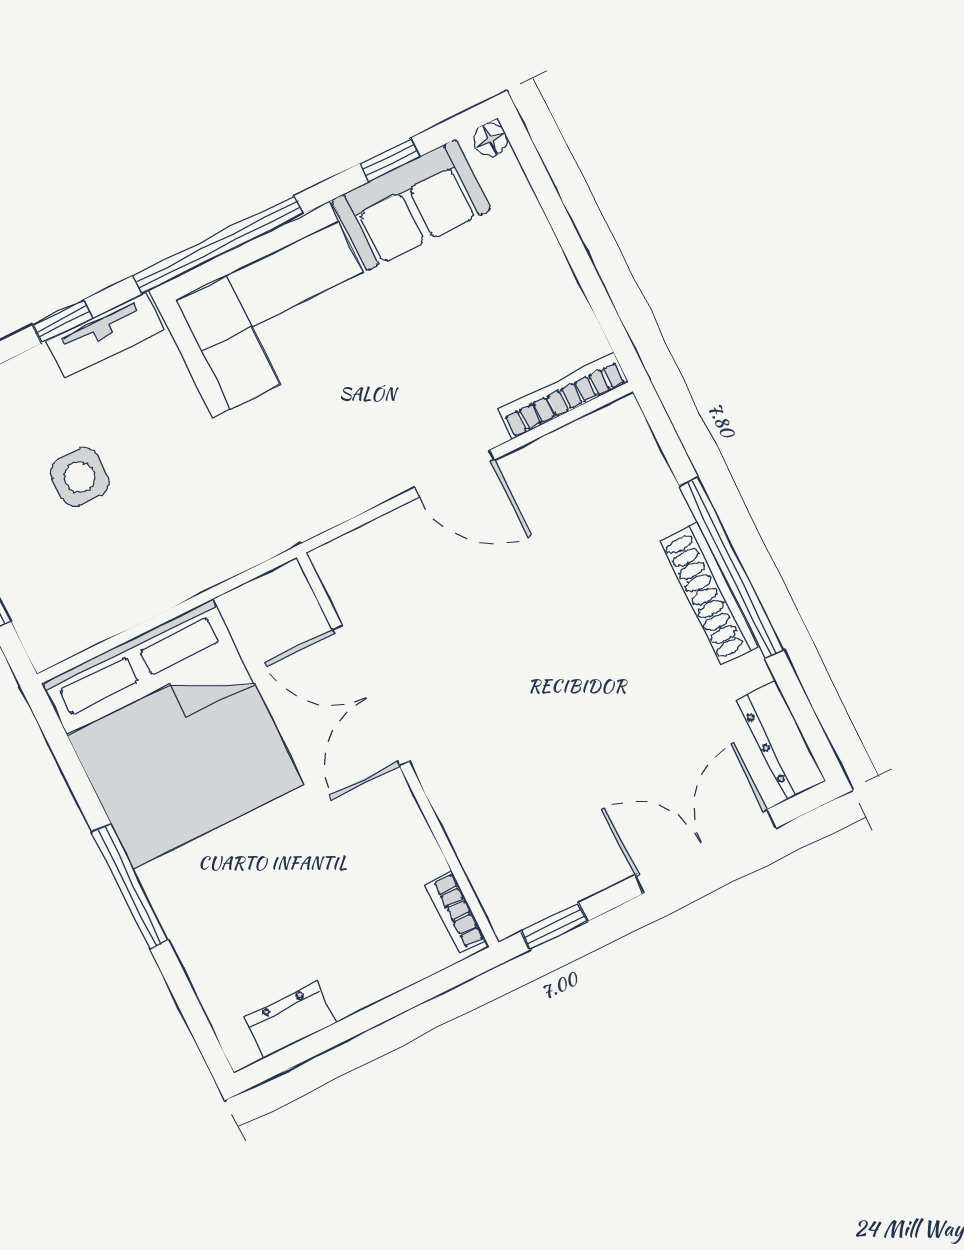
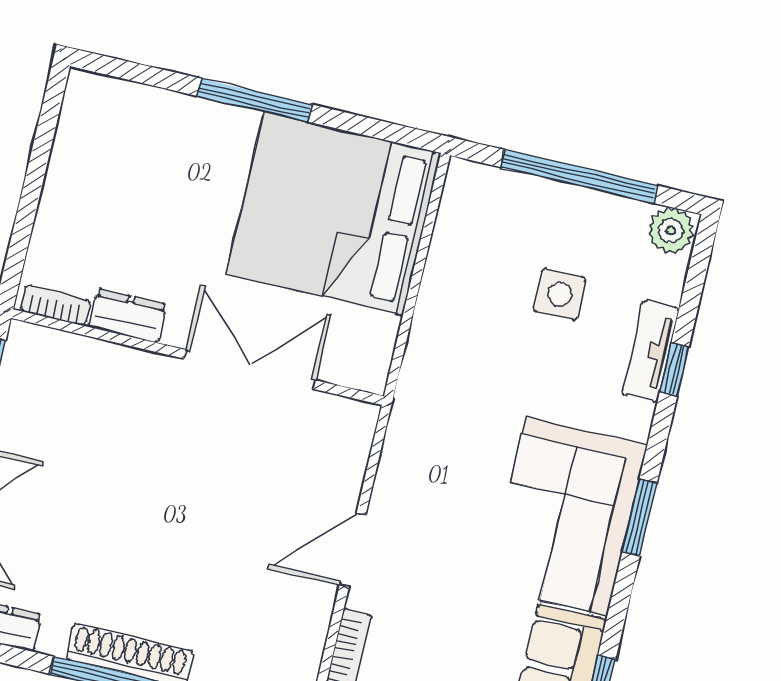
window: (218, 245) -> (640, 517), width x0.47
tv unit: (105, 335) -> (651, 351), moved
dresser: (291, 1020) -> (128, 316), moved, turned -90

